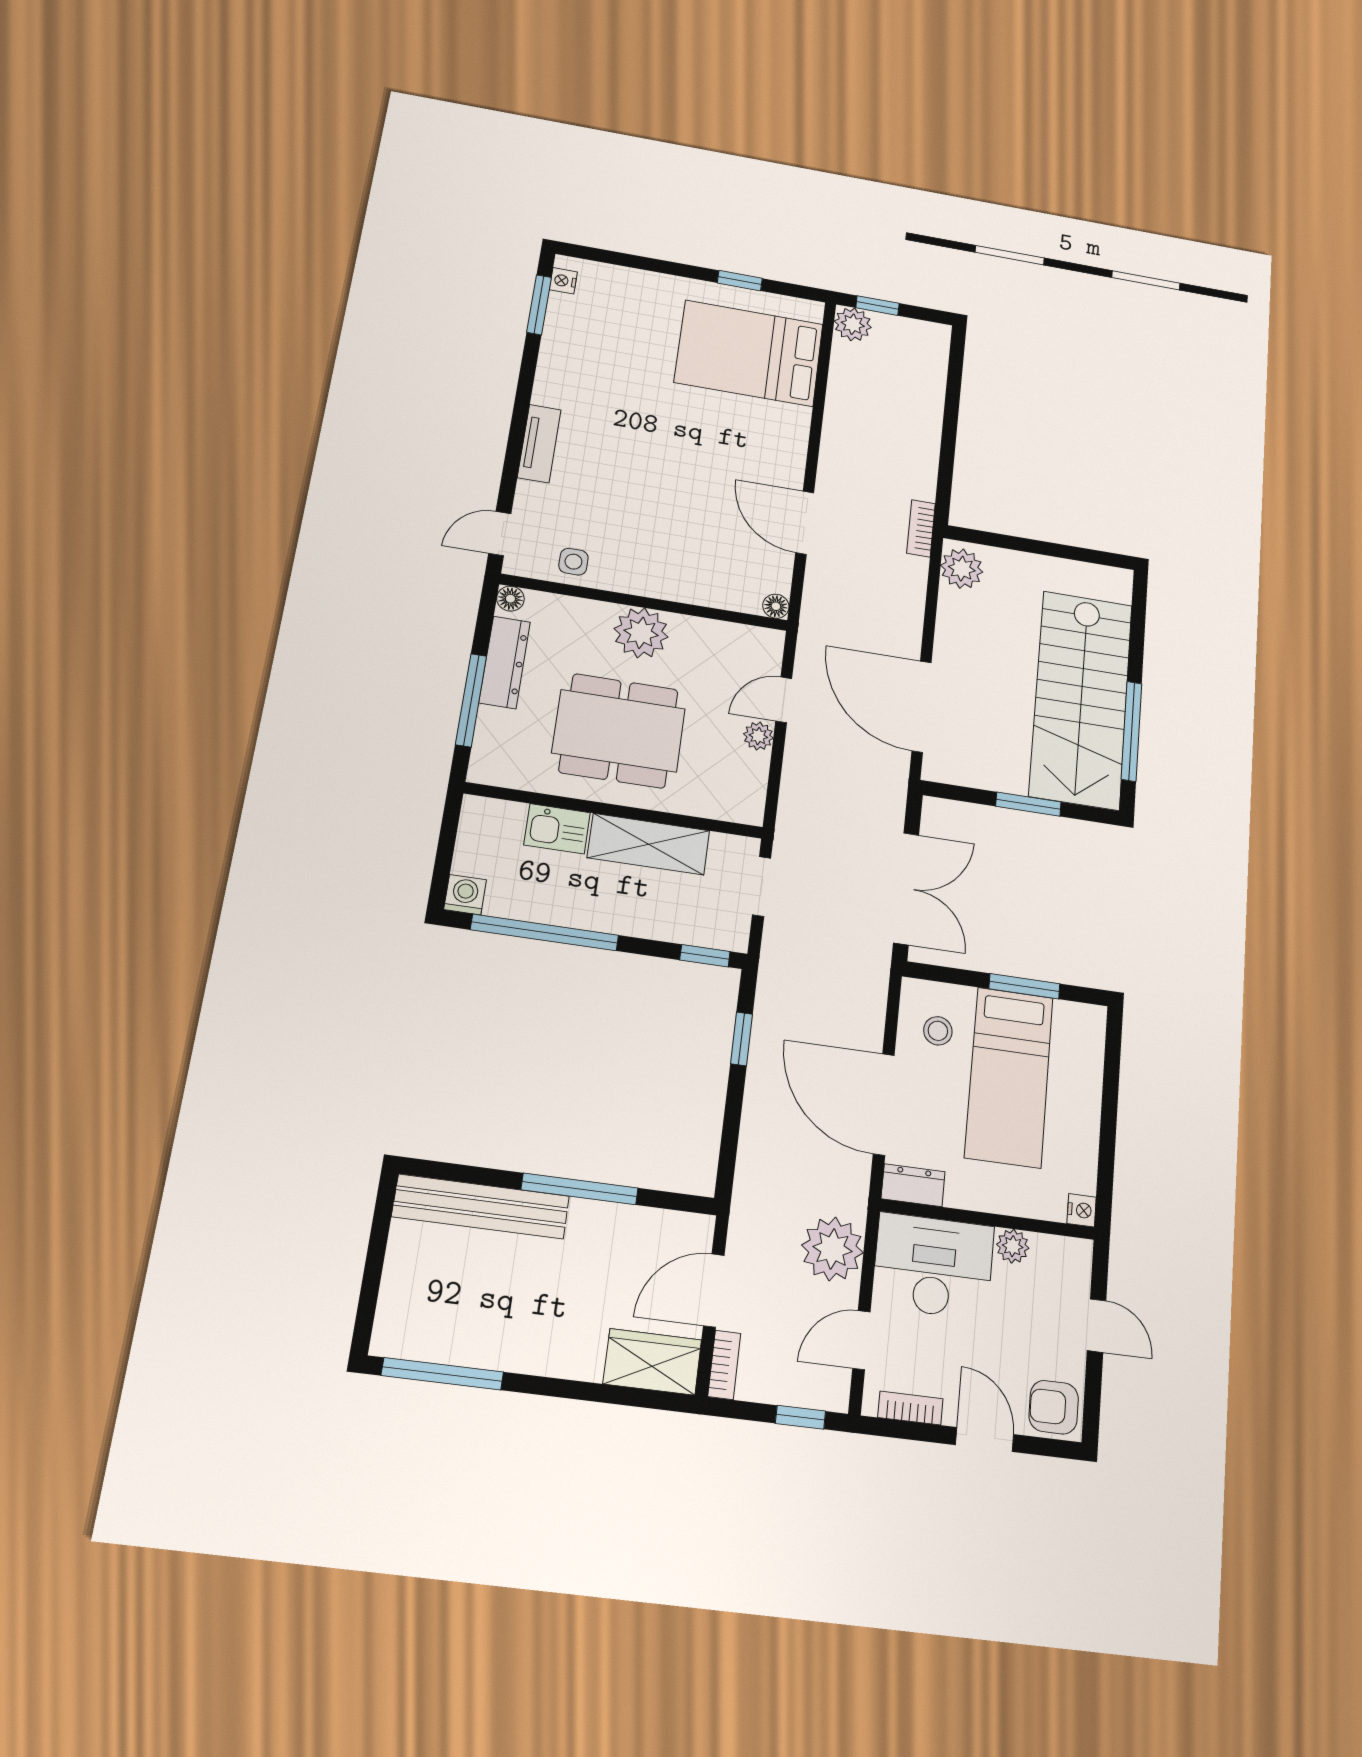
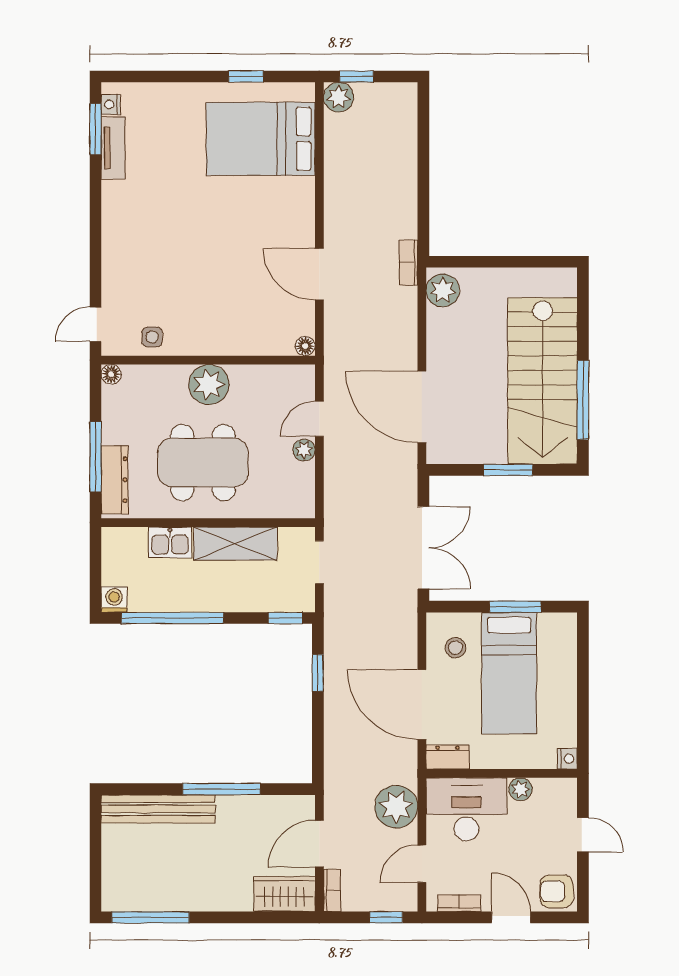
tv unit: (539, 444) -> (113, 148), moved
dresser: (505, 662) -> (115, 480), moved

